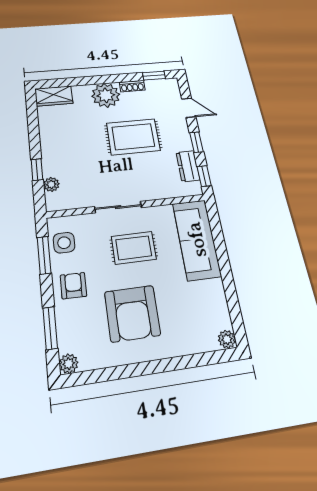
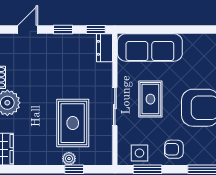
rug: (133, 137) -> (73, 123), moved
dresser: (188, 166) -> (105, 48), moved, turned 90
plant: (51, 184) -> (69, 159), moved

